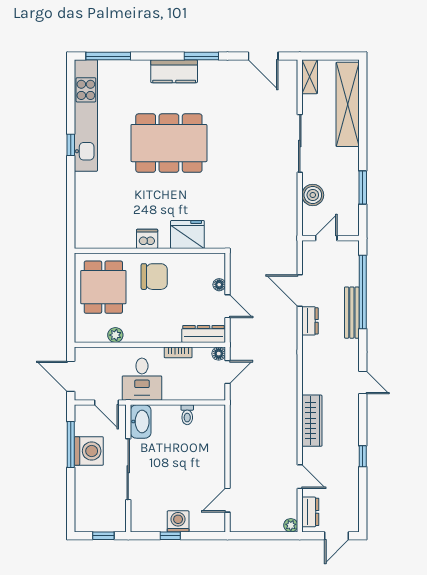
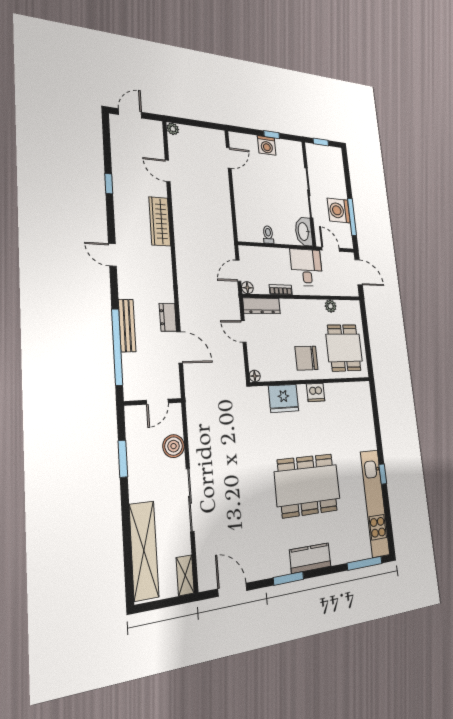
floor lamp: (219, 285) -> (255, 376), moved
dresser: (310, 512) -> (156, 138), removed

